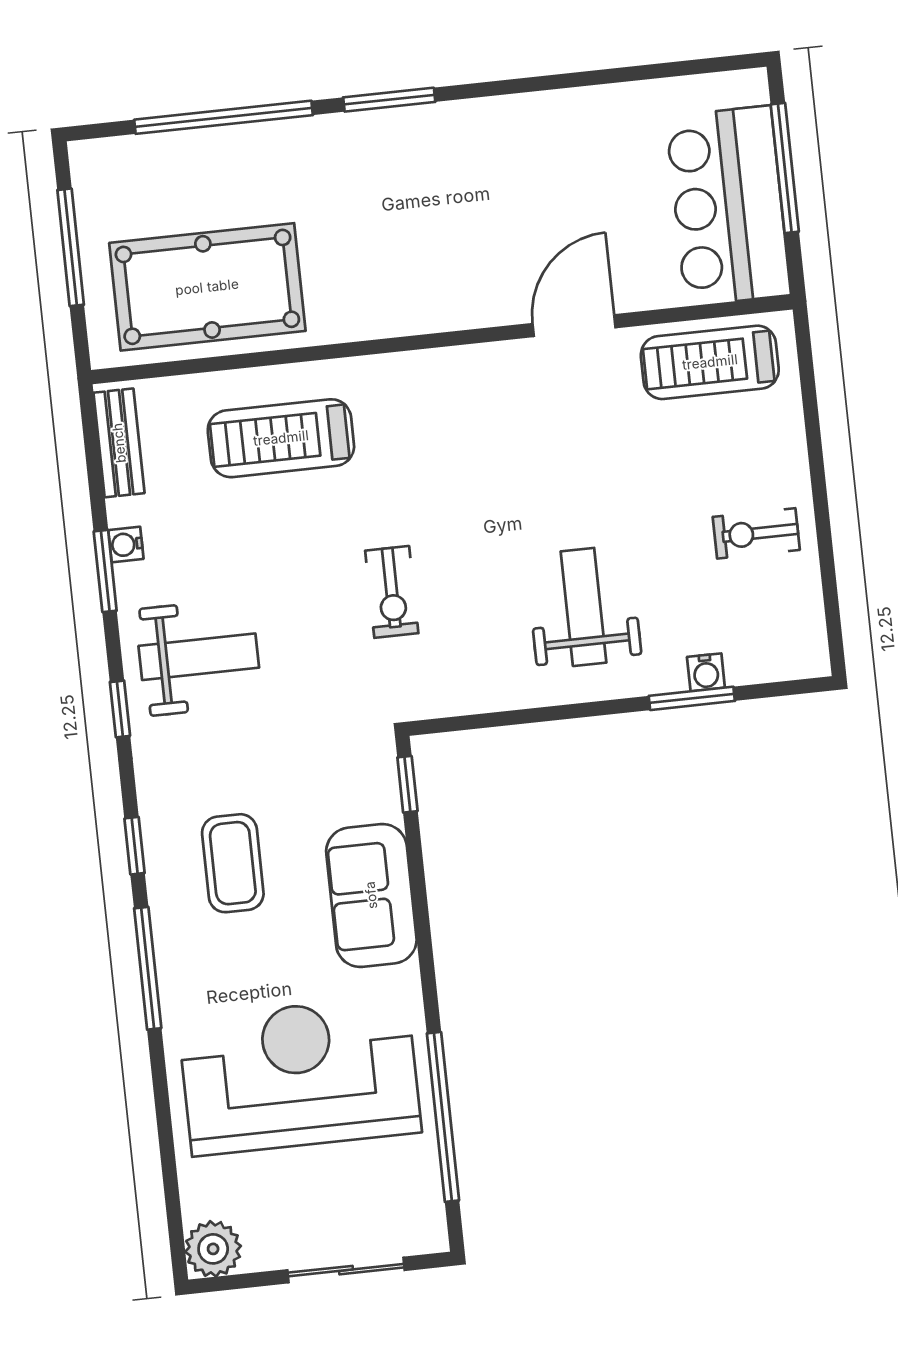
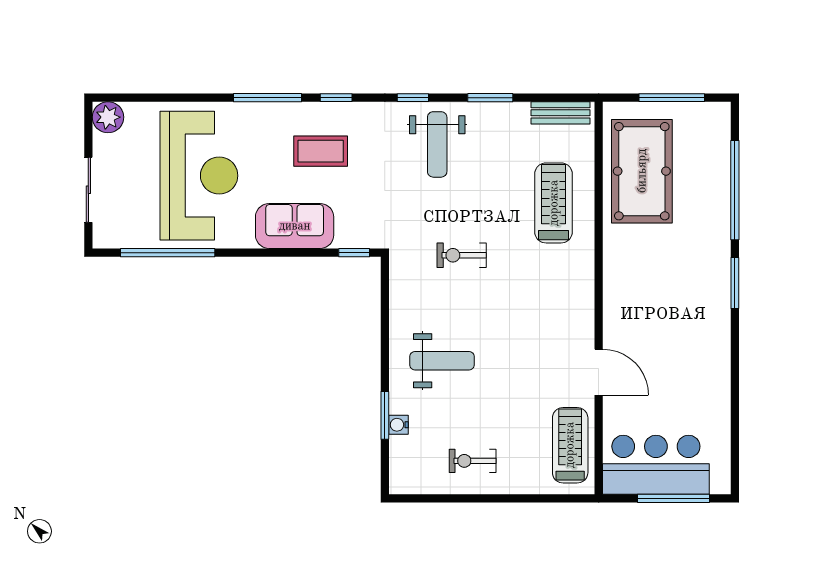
exercise bike: (756, 533) -> (473, 461), turned -90
water cooler: (126, 545) -> (504, 111), removed

